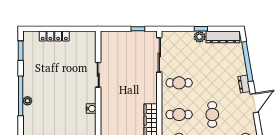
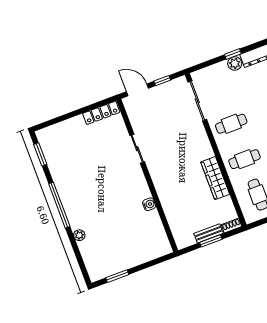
door: (116, 29) -> (137, 90), added
locker: (54, 36) -> (101, 113), moved
plant: (27, 101) -> (79, 235), moved
water cooler: (91, 109) -> (149, 204), moved

